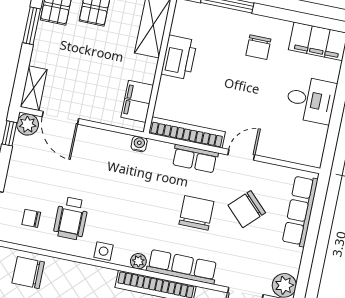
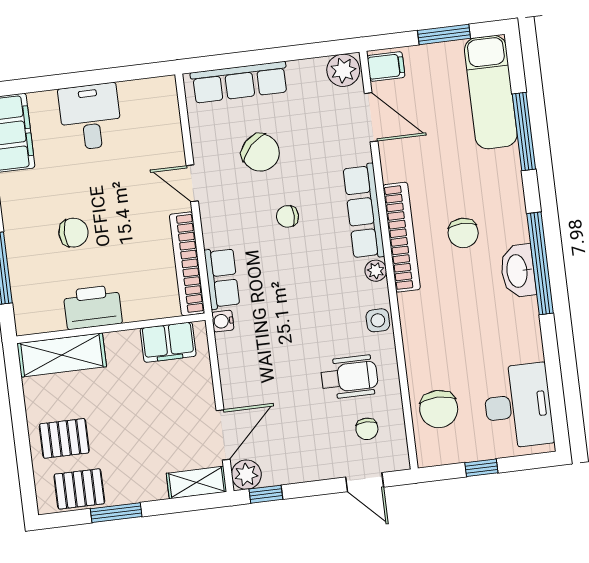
chair: (258, 47) -> (73, 233), moved
row of seats: (195, 159) -> (222, 278), moved
chair: (196, 213) -> (287, 216), width x0.54, depth x0.54

